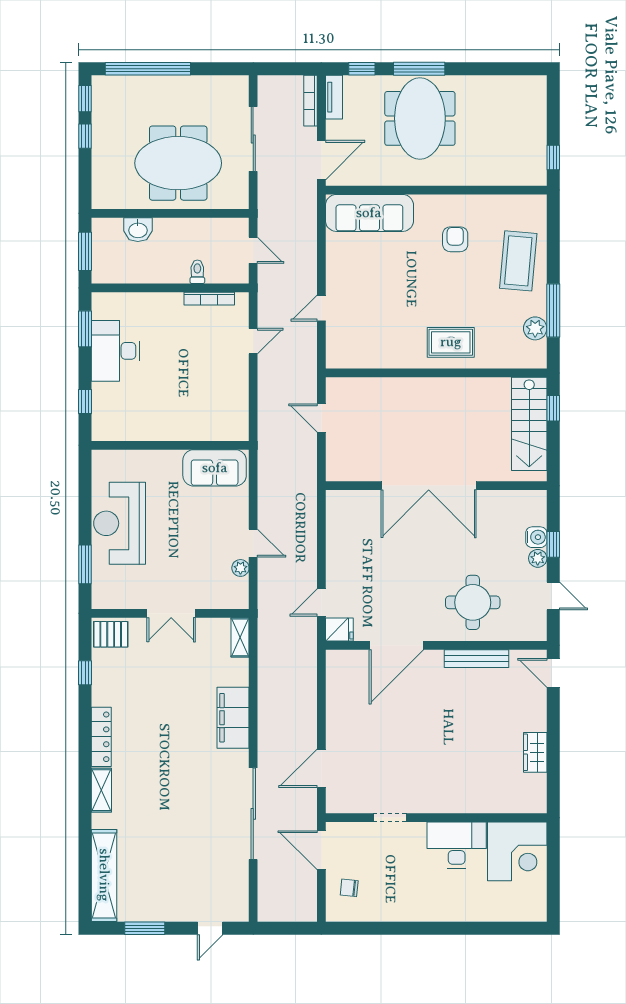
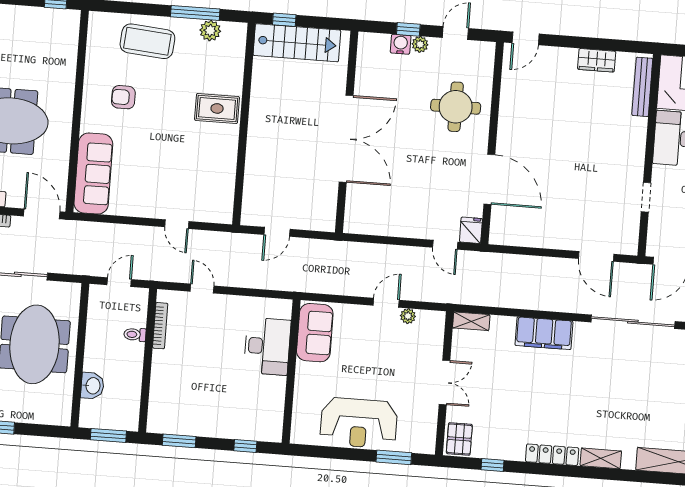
rug: (451, 342) -> (217, 108), turned 90
desk: (115, 351) -> (267, 346), moved, turned -90
bench: (477, 659) -> (642, 87), moved

